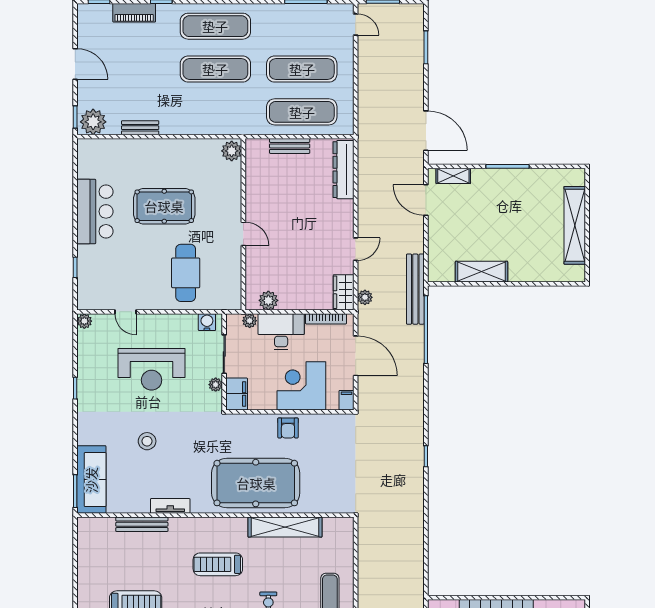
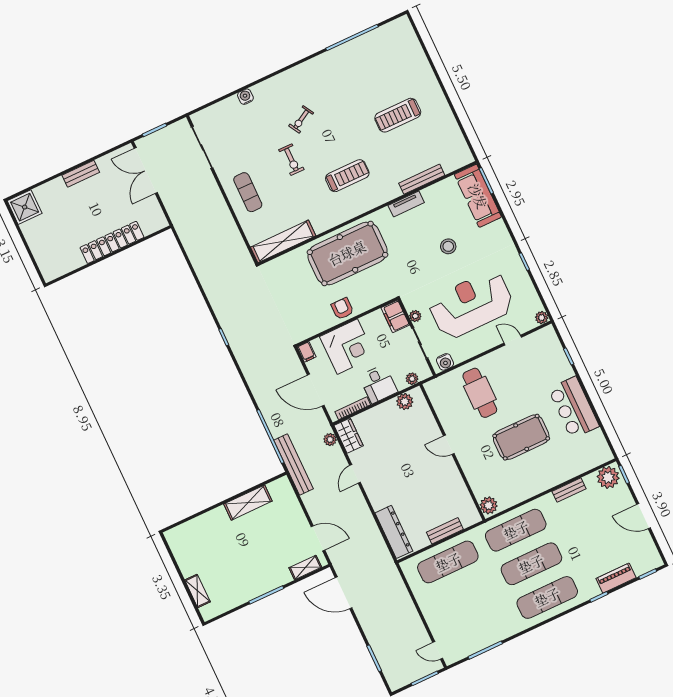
exercise mat: (302, 69) -> (516, 530), moved
shelving: (575, 225) -> (197, 591), width x0.45, depth x0.75
desk: (281, 332) -> (378, 384), width x0.73
reception desk: (152, 369) -> (471, 304), width x1.36, depth x1.30
shelving: (285, 527) -> (283, 241), moved

